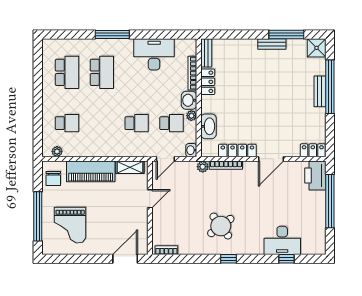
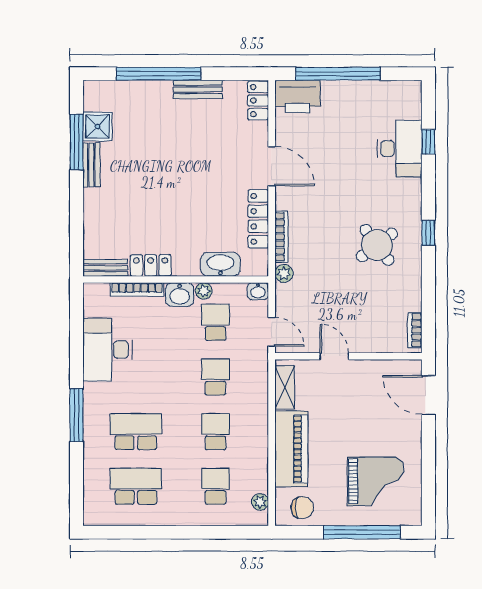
shower: (317, 48) -> (97, 126), moved
bench: (320, 91) -> (198, 89), moved
school desk: (102, 123) -> (216, 432), added

